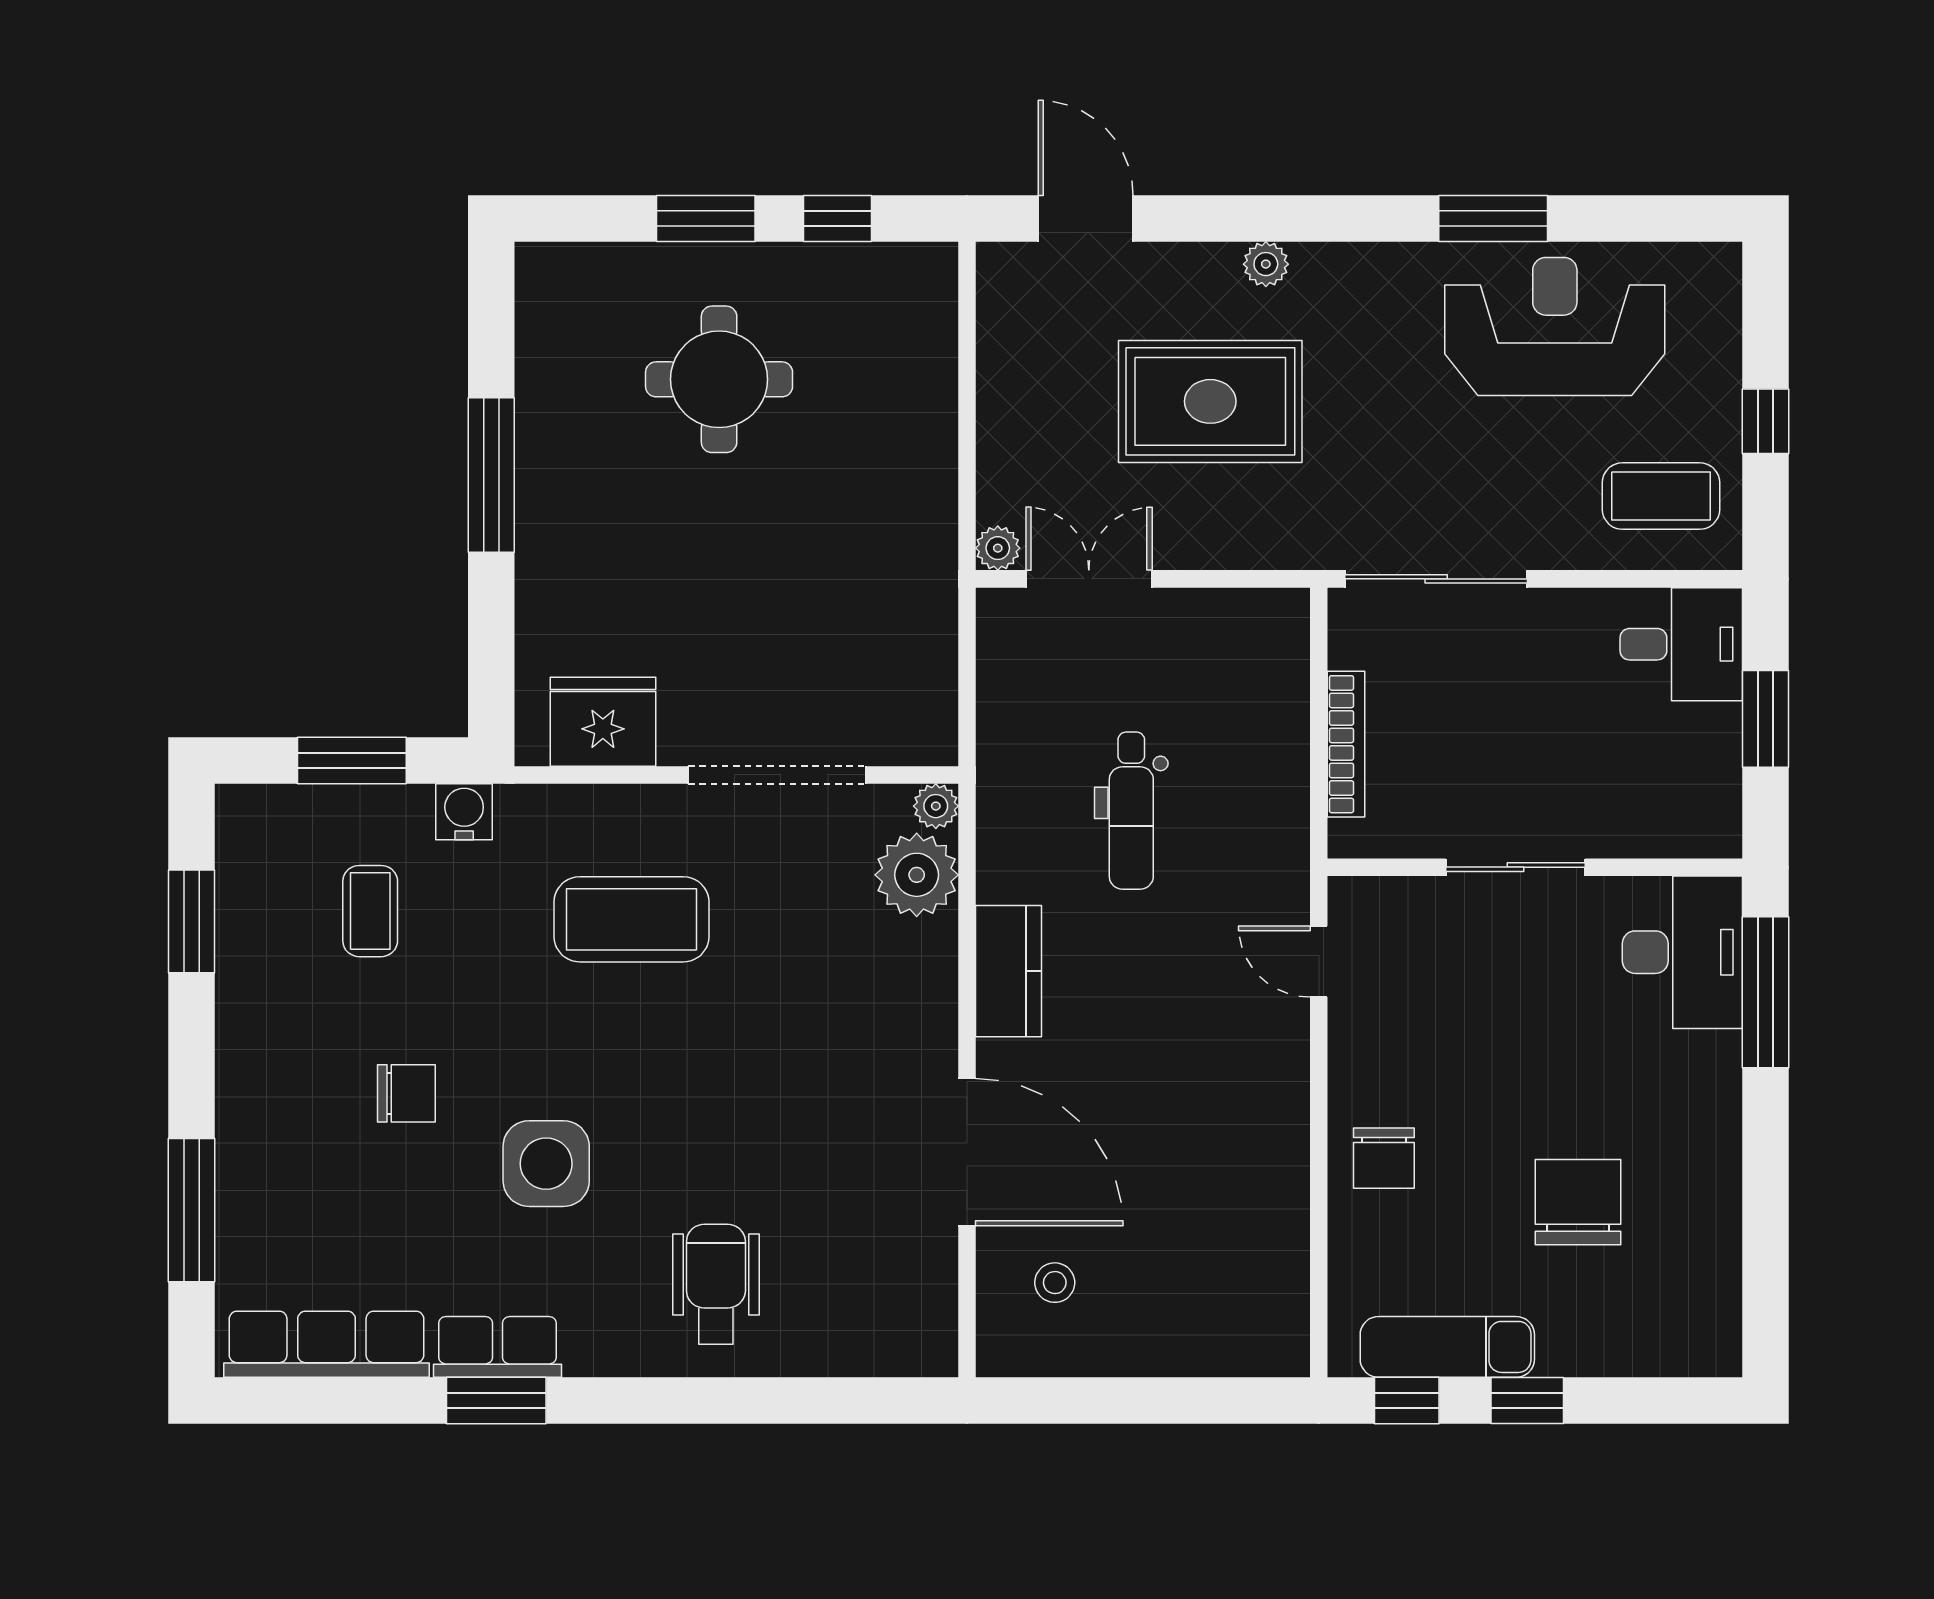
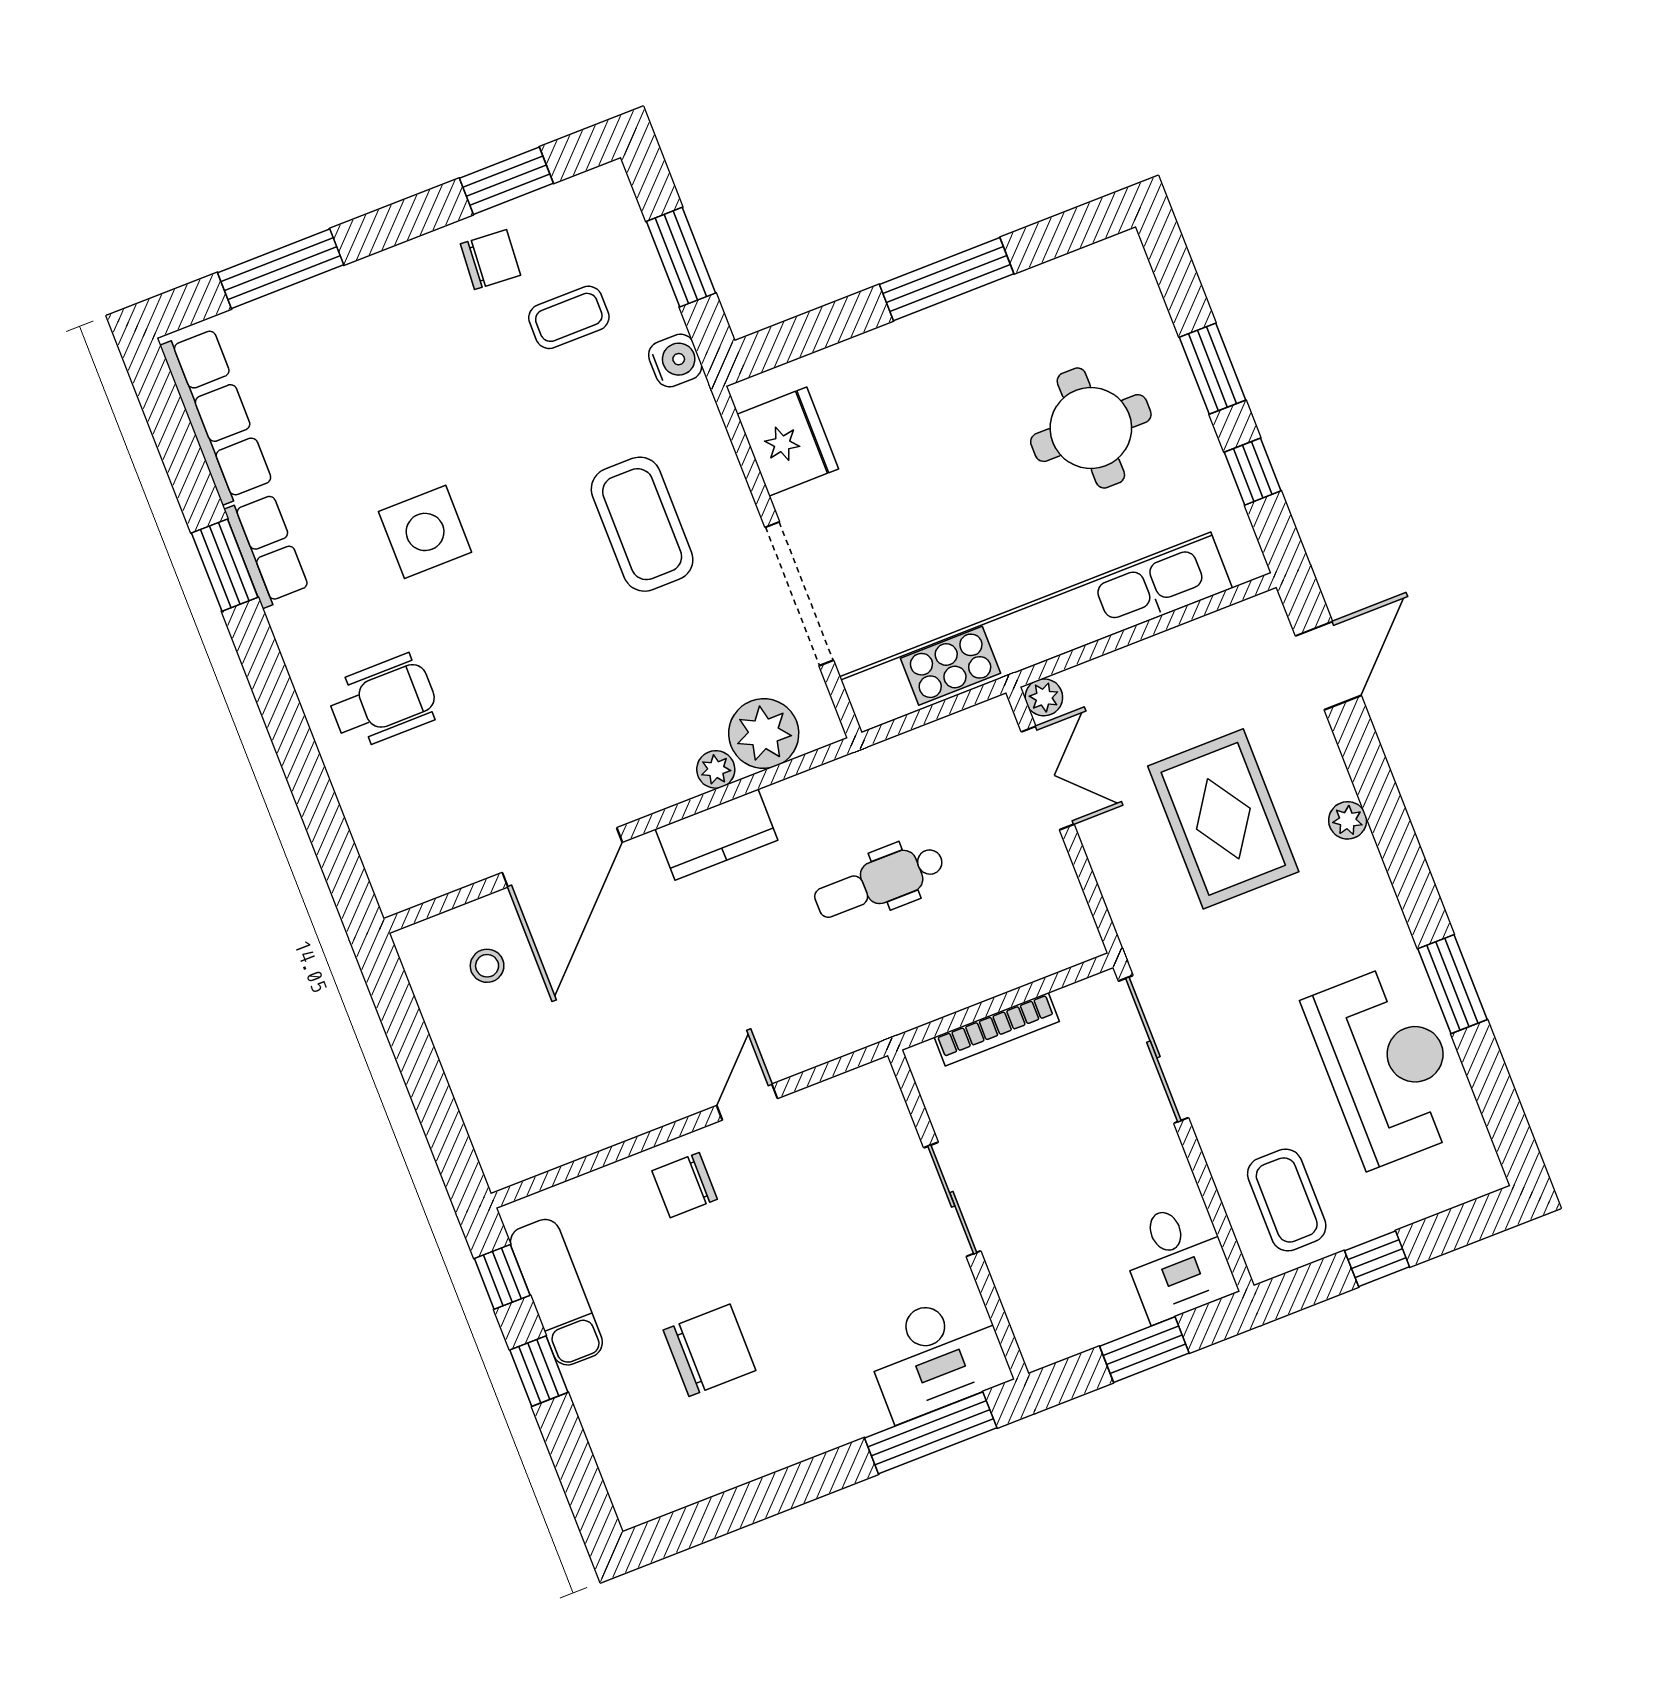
kitchen unit: (922, 529) -> (1036, 632), added
plant: (936, 806) -> (716, 769), moved
door: (1319, 961) -> (747, 1102), moved
chair: (406, 1093) -> (491, 260), moved, turned -86

